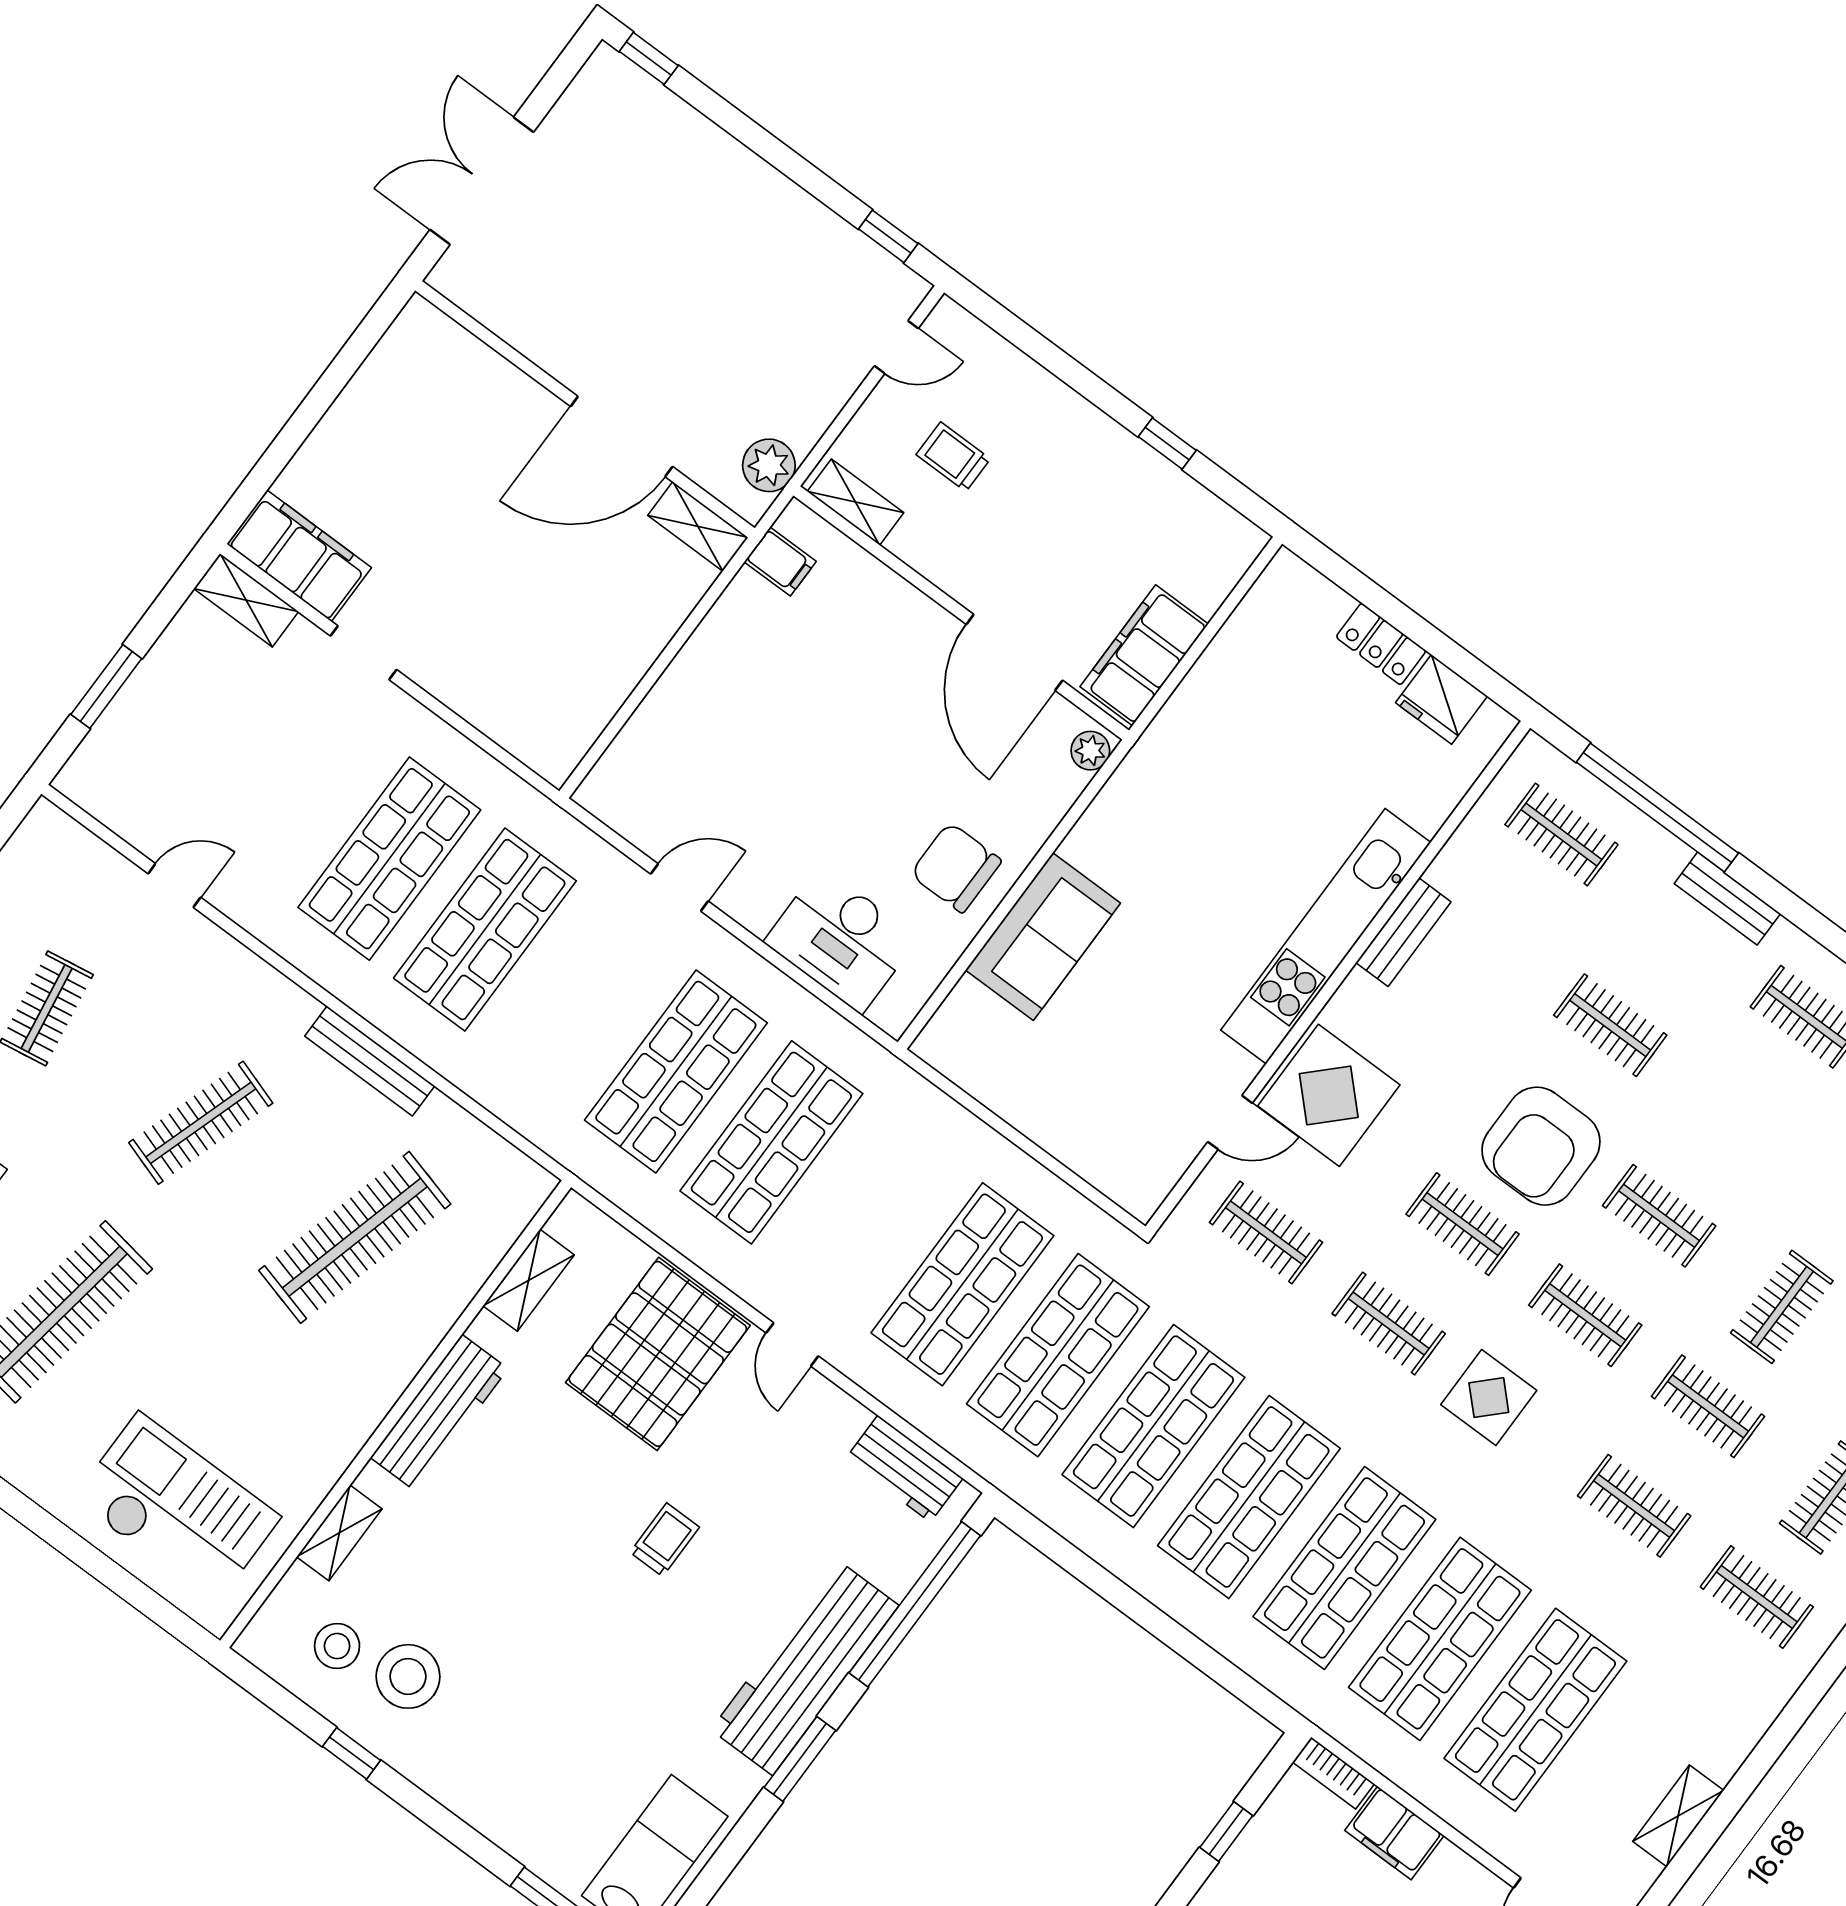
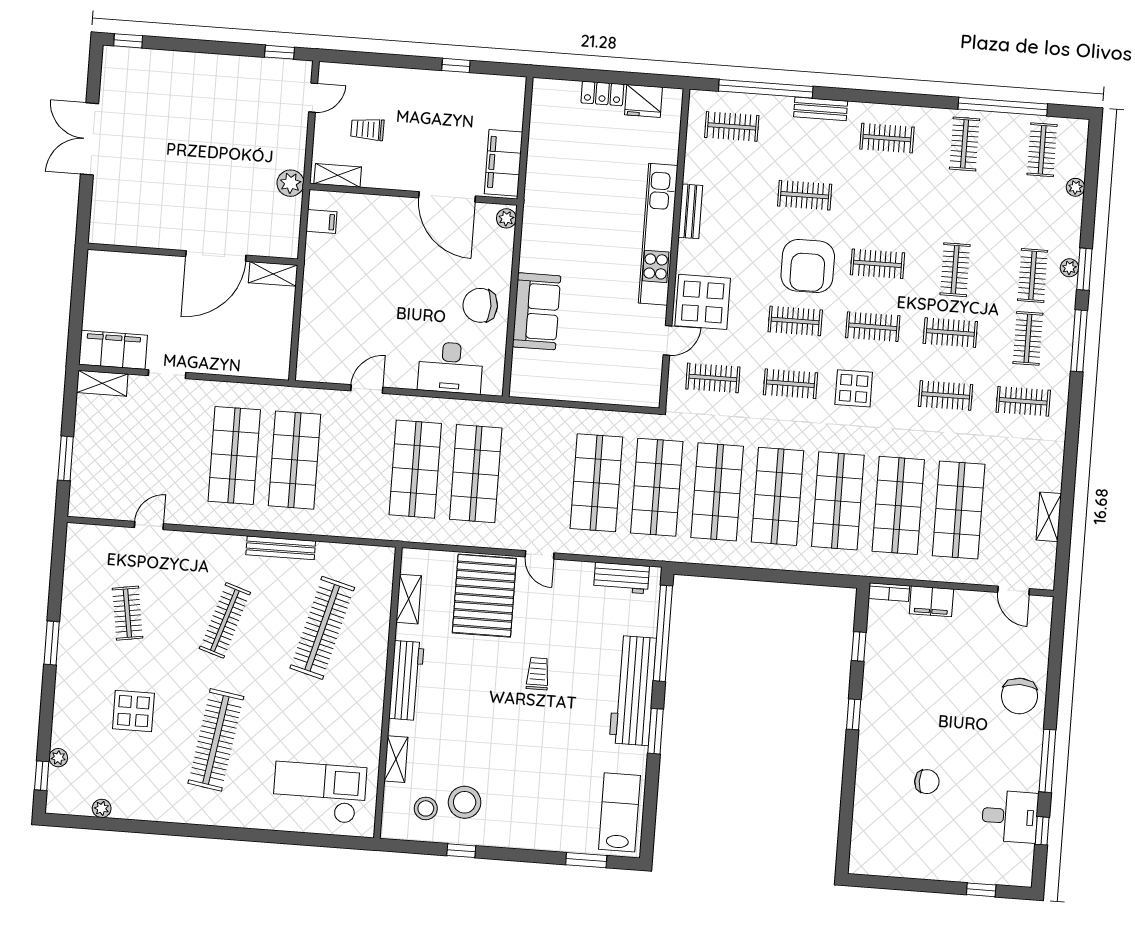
wall: (585, 409) -> (193, 254), moved
door: (622, 436) -> (216, 256), moved
shelving: (698, 526) -> (273, 274), moved

